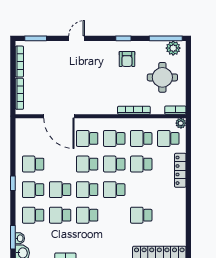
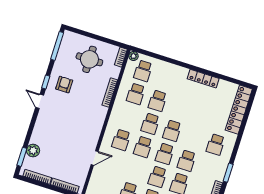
door: (77, 38) -> (40, 101), moved
plant: (173, 48) -> (33, 151), moved
armchair: (127, 59) -> (64, 85), turned -90
door: (59, 116) -> (95, 158), width x0.53
school desk: (114, 138) -> (128, 117), removed
locker: (180, 170) -> (203, 79), moved
school desk: (141, 215) -> (216, 145), moved

